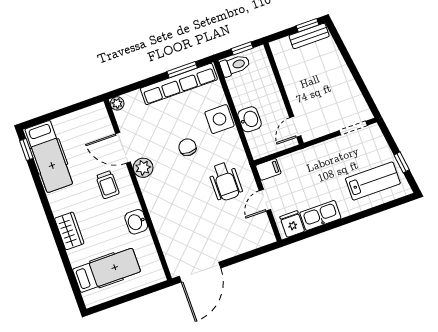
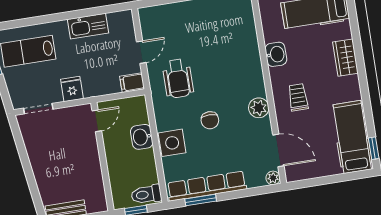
door: (123, 148) -> (278, 150), moved
wheelchair: (225, 181) -> (178, 79), turned 180
fridge: (292, 224) -> (72, 89), moved, turned 180

